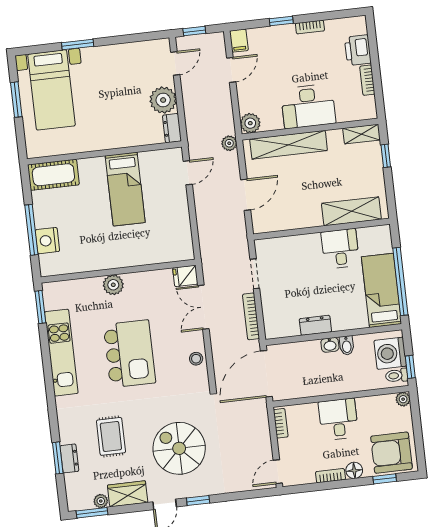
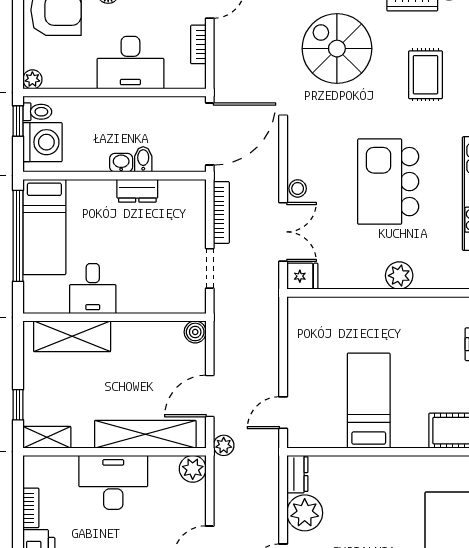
door: (246, 195) -> (210, 396), moved
boiler: (260, 225) -> (195, 332), added
bidet: (347, 345) -> (143, 159), moved
stool: (196, 359) -> (298, 188), moved
desk: (338, 419) -> (130, 63), width x1.37
bookcase: (281, 423) -> (198, 44), moved
spiral stairs: (179, 448) -> (337, 49), turned 180

